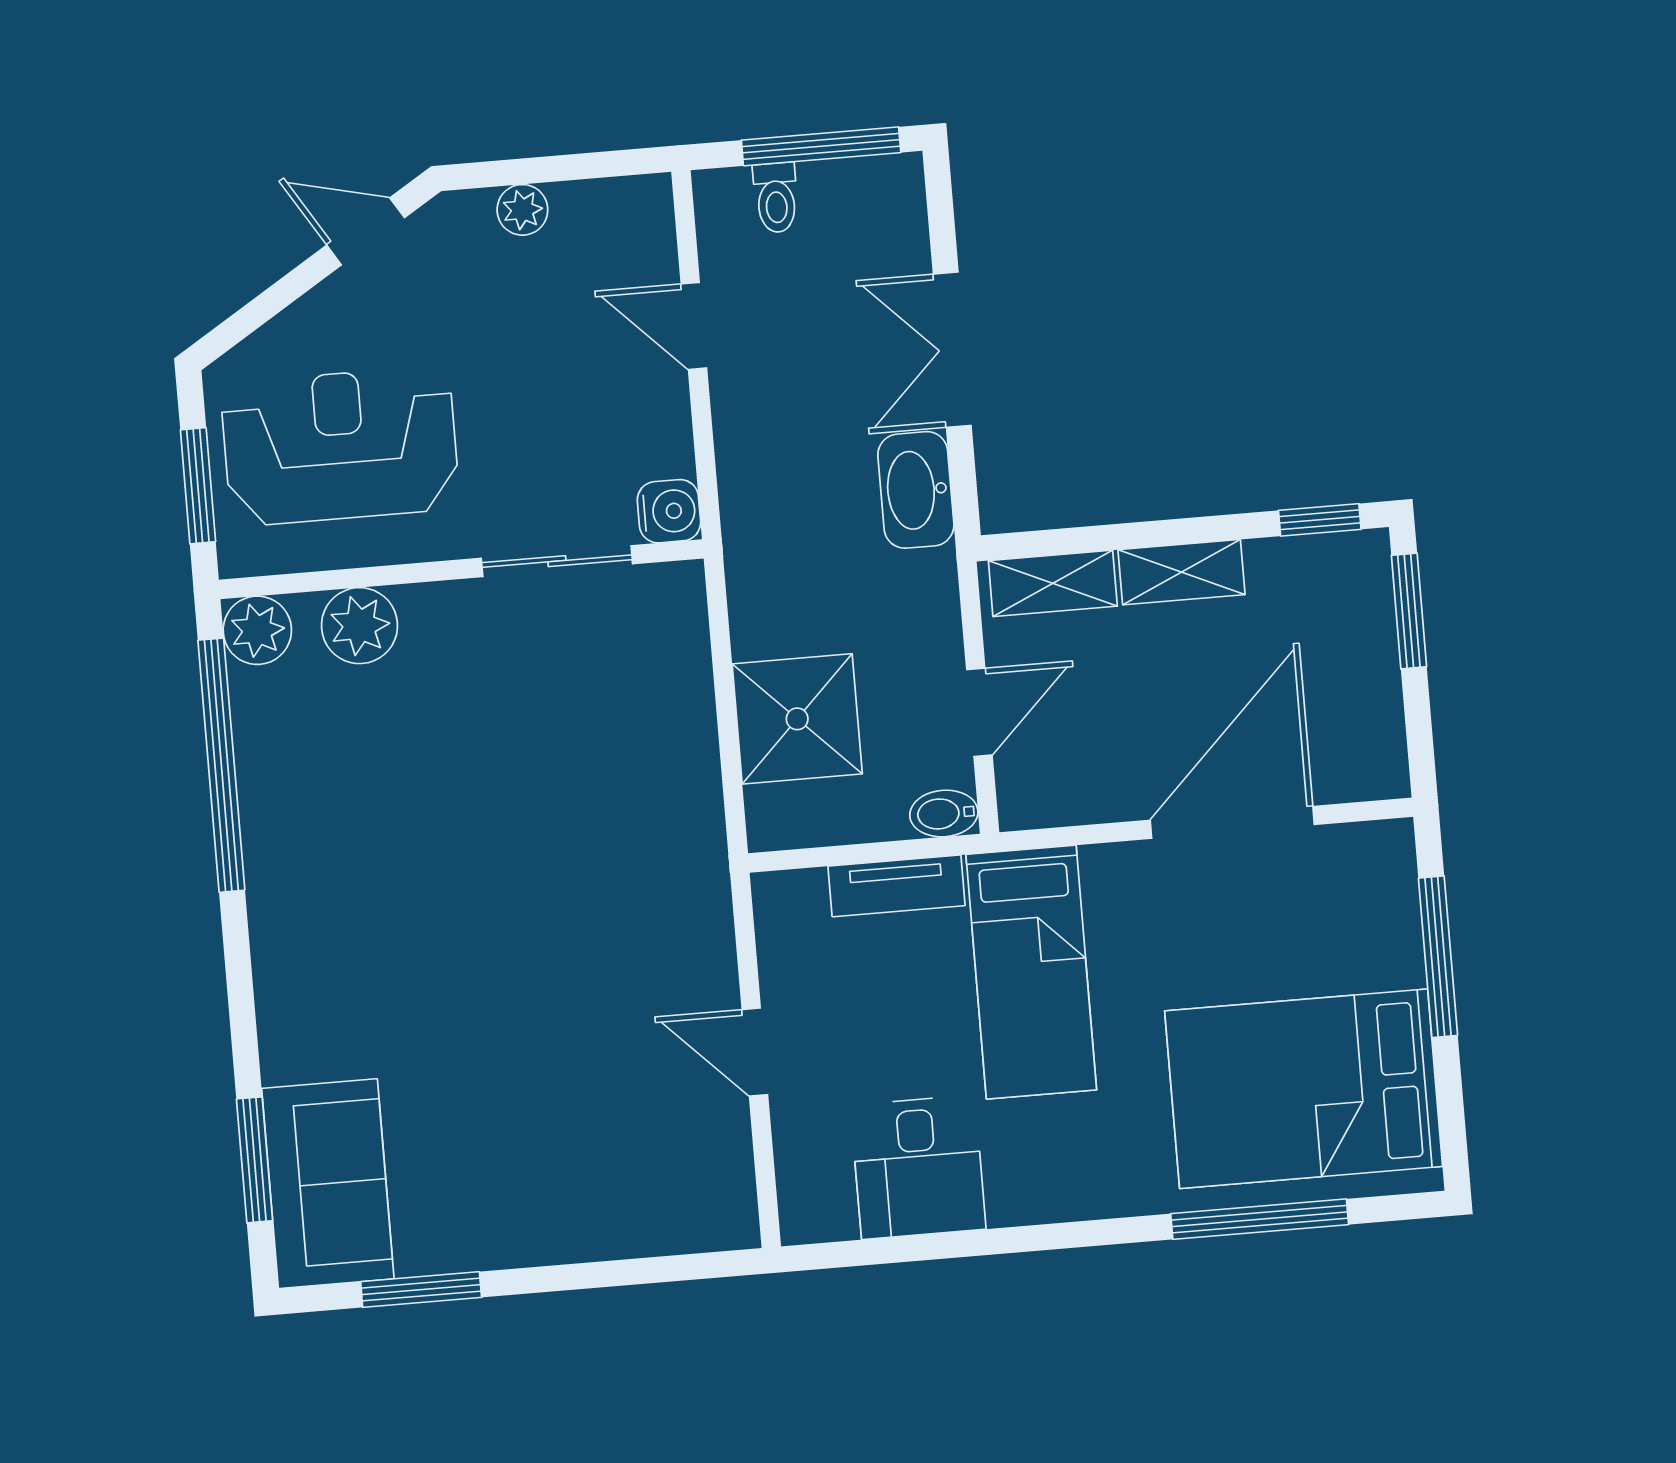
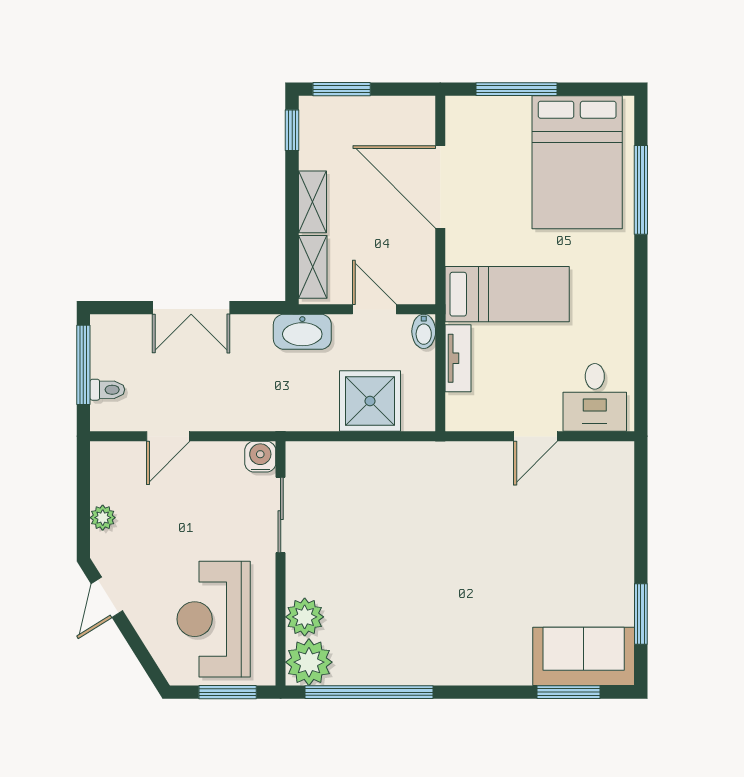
washbasin: (916, 490) -> (302, 332), moved
plant: (257, 630) -> (309, 662), width x1.36, depth x1.36
desk: (918, 1167) -> (595, 397), moved, turned 90

